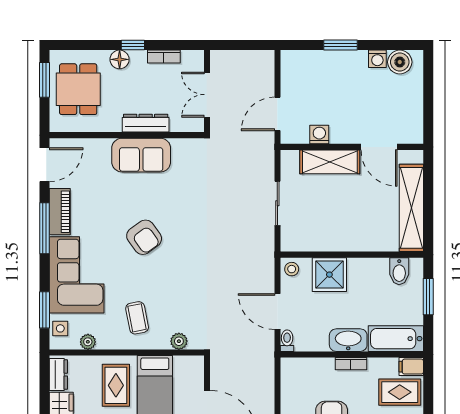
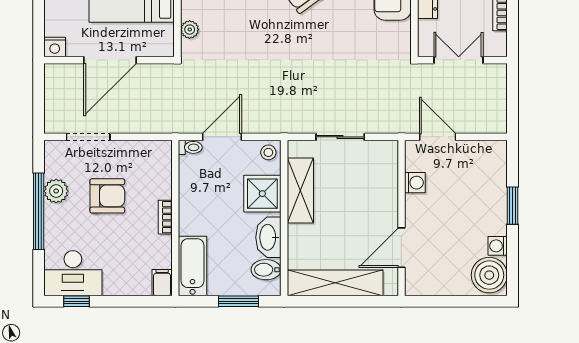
boiler: (400, 62) -> (489, 275), width x1.37, depth x1.37
shelving: (330, 162) -> (300, 190), moved
washbasin: (348, 340) -> (268, 237), moved, turned 180
rug: (400, 392) -> (134, 270), removed

